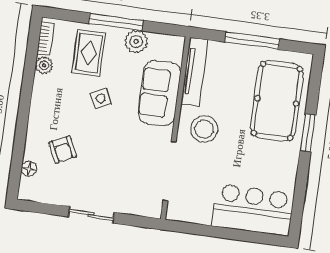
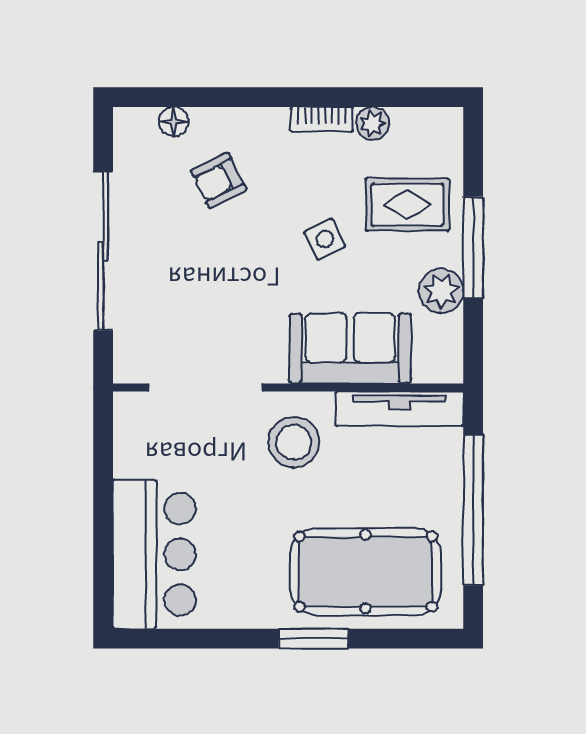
bookcase: (46, 39) -> (322, 119), moved
window: (252, 41) -> (473, 510), width x1.46
sliding door: (91, 215) -> (103, 251), width x1.86

